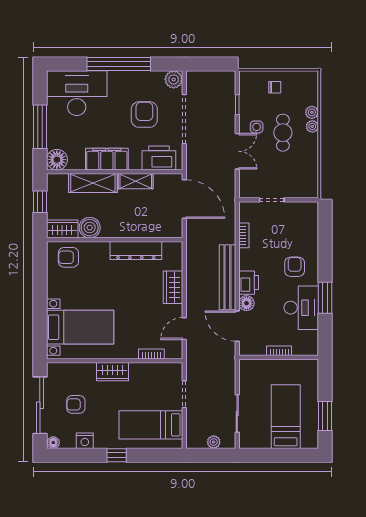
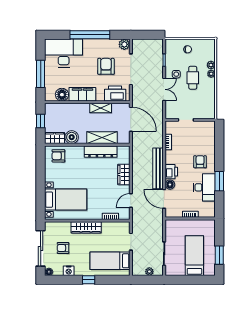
floor lamp: (57, 160) -> (62, 95), moved
shelving: (93, 183) -> (102, 138), moved
wardrobe: (112, 372) -> (86, 227), width x1.50

